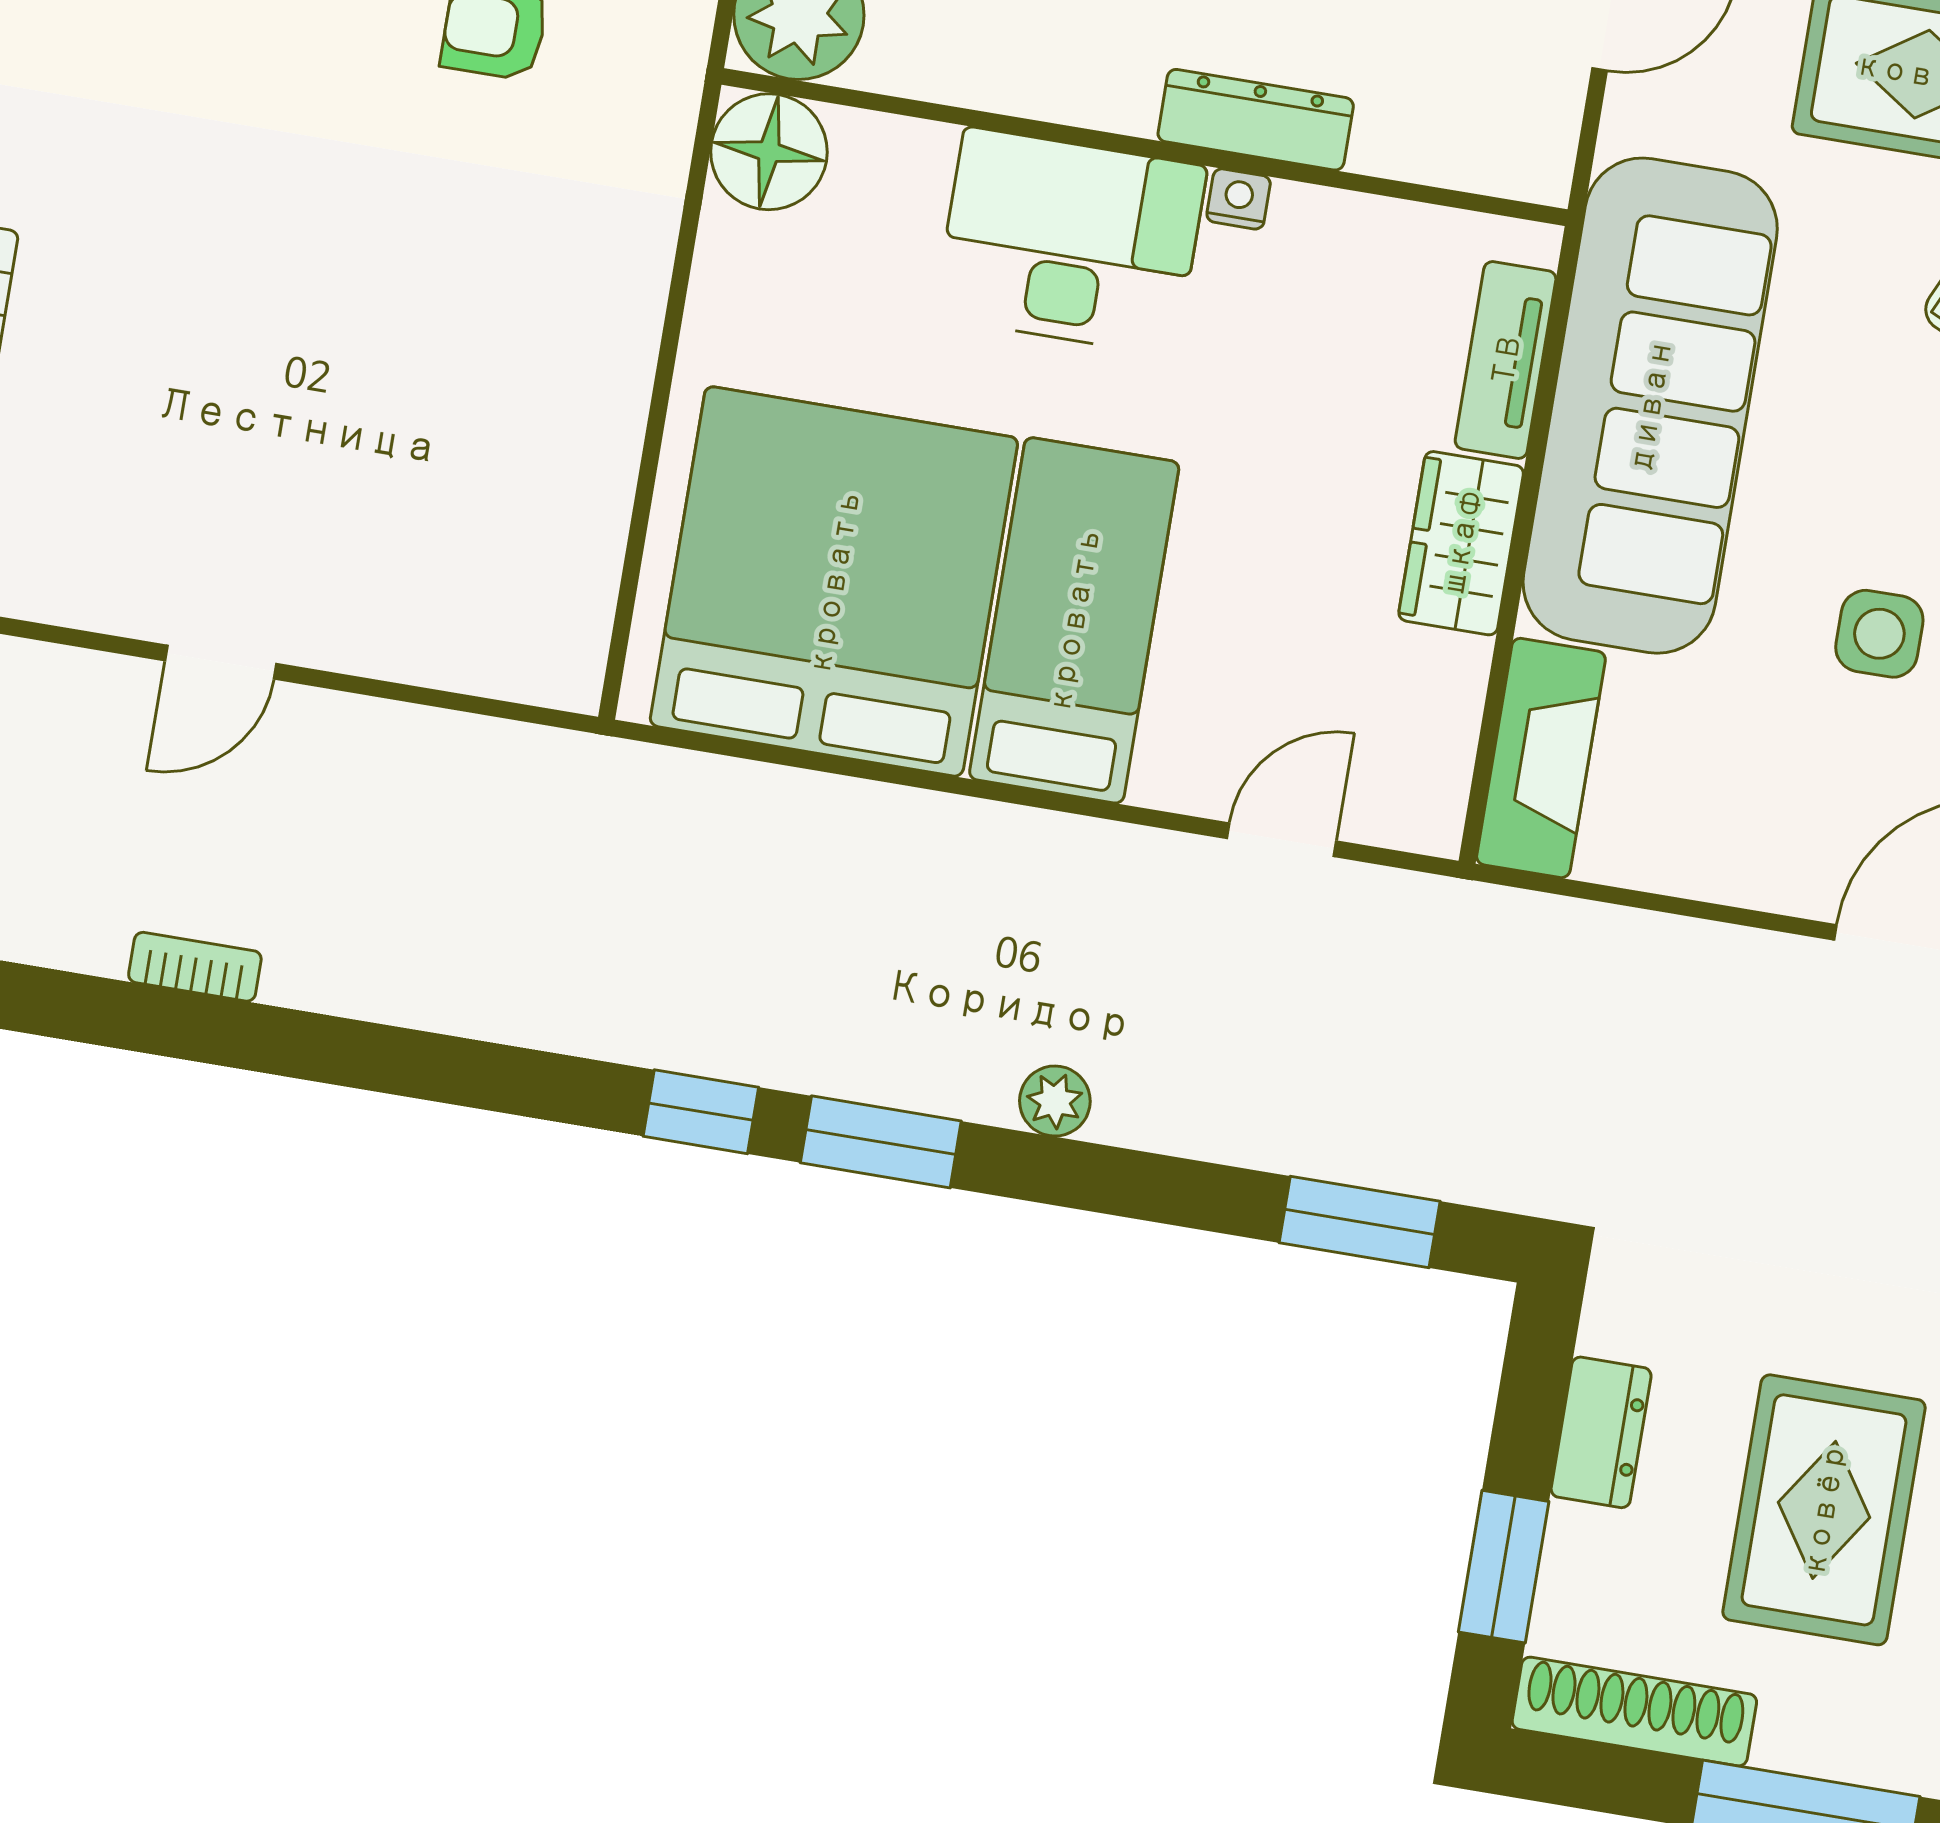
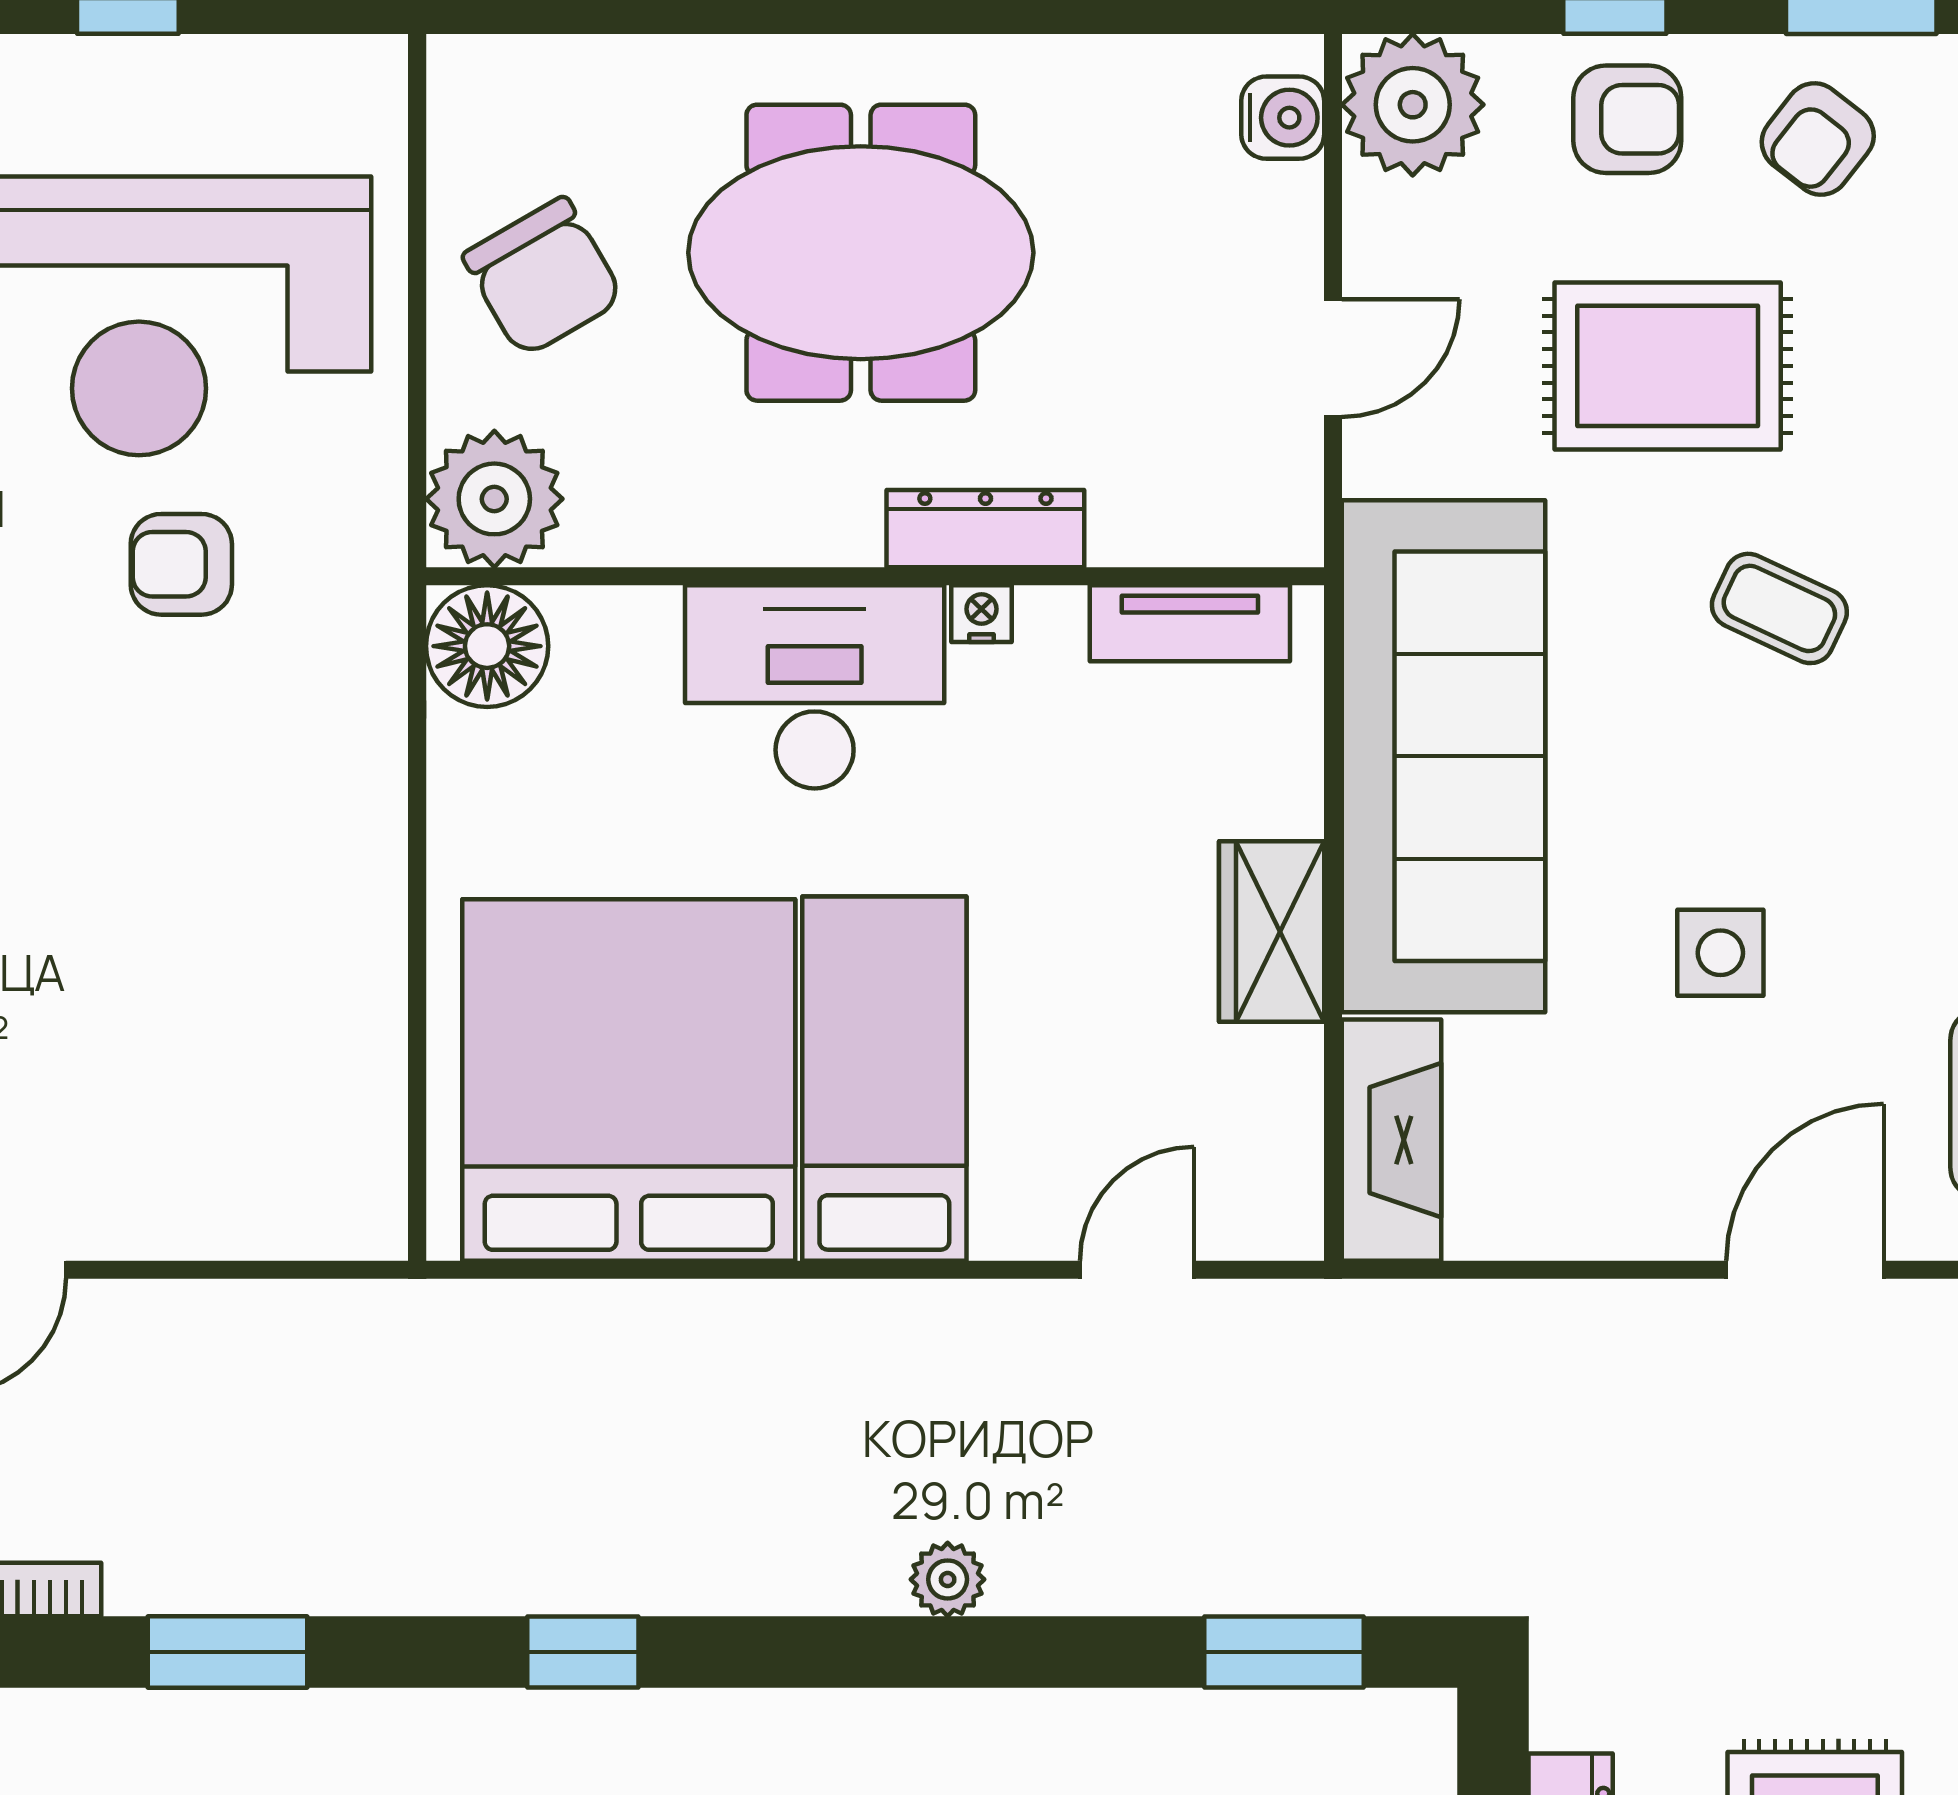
tv unit: (1506, 360) -> (1190, 623), moved, turned -90
window: (881, 1142) -> (227, 1652), moved

